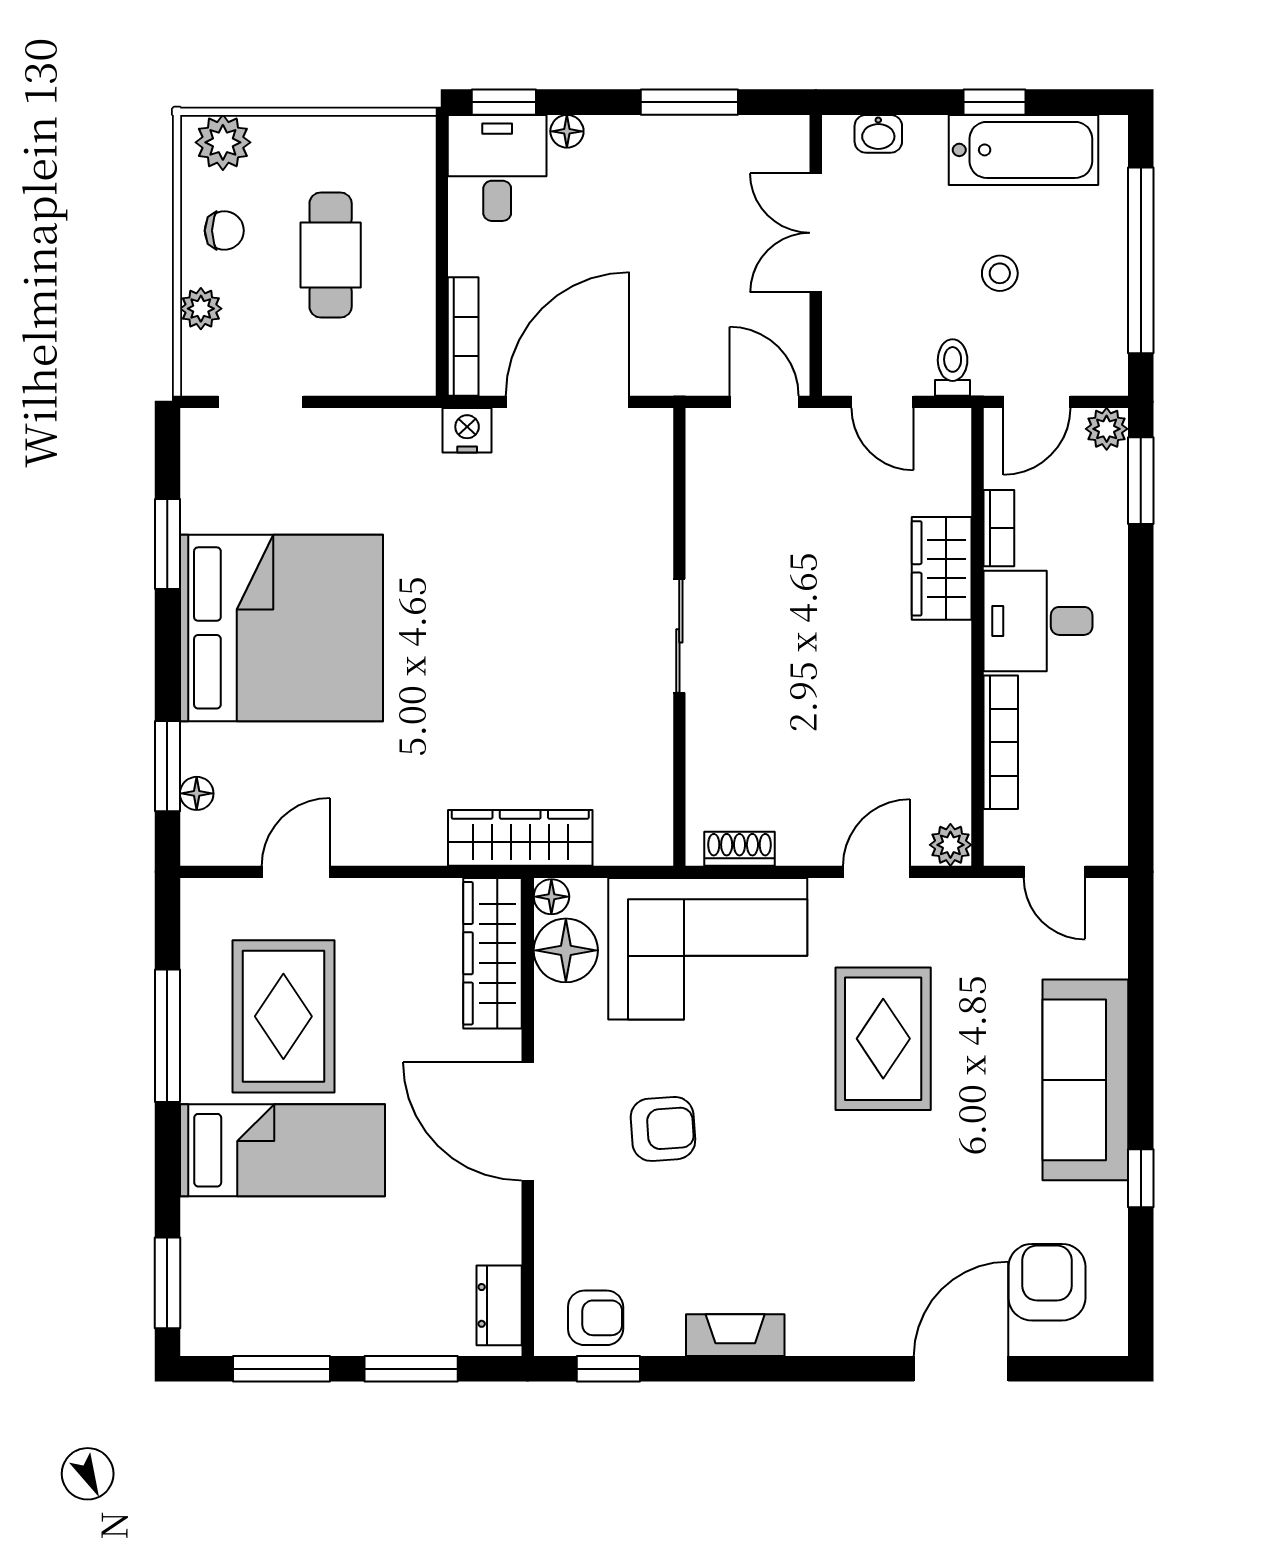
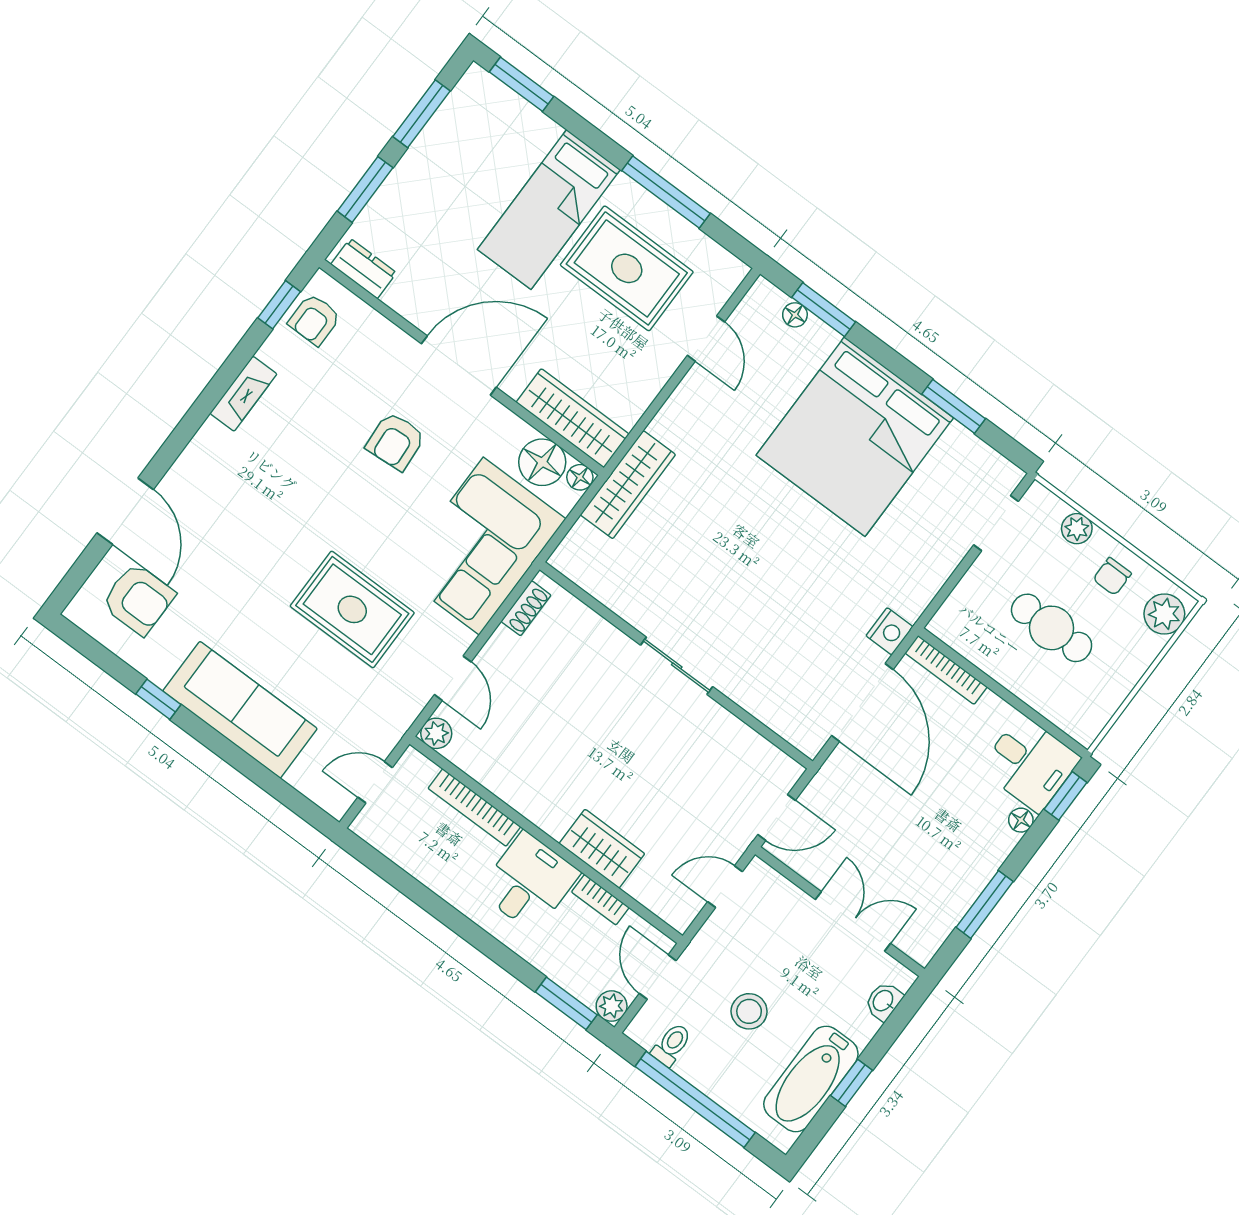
stool: (1000, 273) -> (749, 1011), width x1.37, depth x1.37
toilet: (953, 367) -> (672, 1045), moved, turned -90

